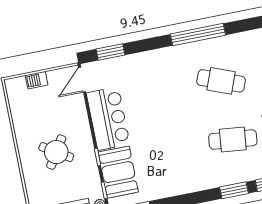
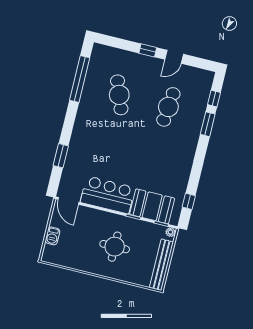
window: (198, 35) -> (80, 79), moved
window: (111, 52) -> (61, 156), moved
cafe table: (221, 81) -> (119, 95), turned -42
round table: (56, 152) -> (115, 247), turned -32

